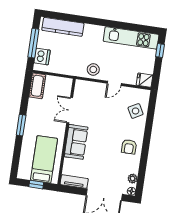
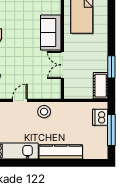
kitchen counter: (63, 27) -> (61, 152), moved
double door: (70, 110) -> (62, 65), swing flipped
window: (21, 125) -> (111, 67), moved

